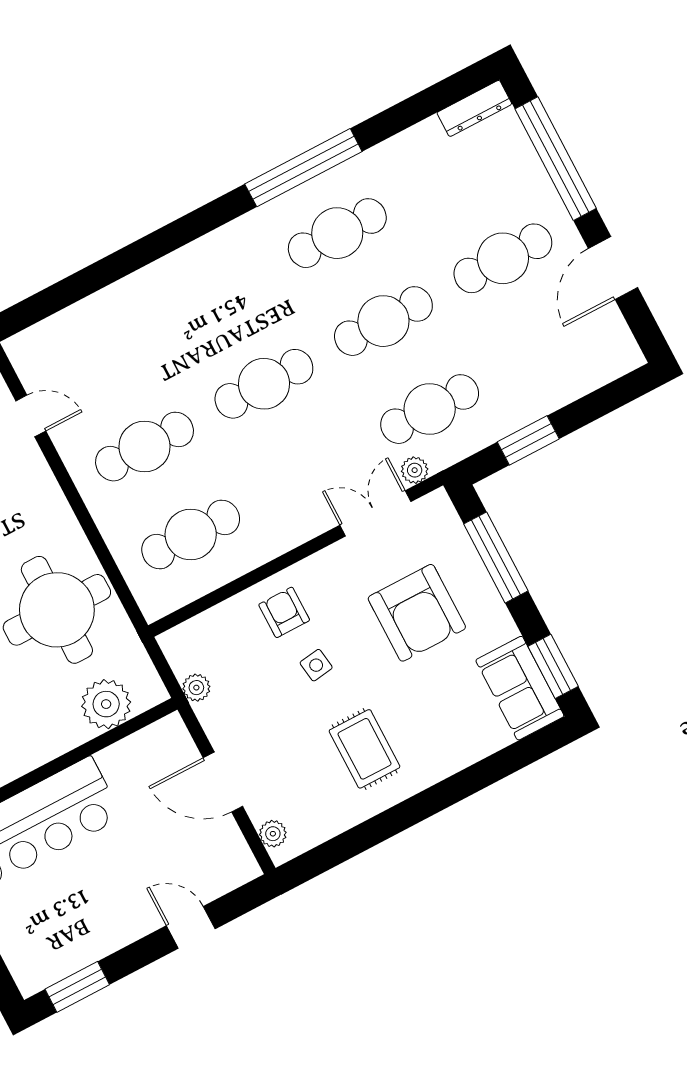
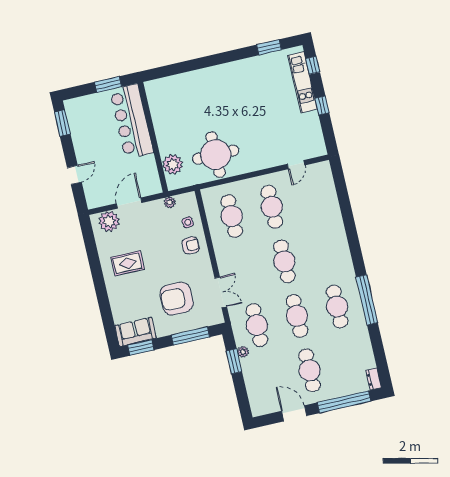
dresser: (474, 108) -> (374, 379), width x0.70
plant: (415, 470) -> (243, 352), moved
side table: (316, 665) -> (188, 222), moved
plant: (273, 834) -> (109, 221), width x1.87, depth x1.87

